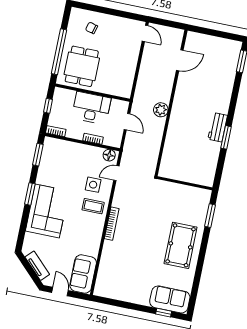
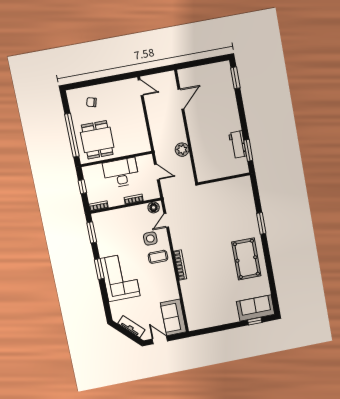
wall: (185, 183) -> (224, 179), moved

